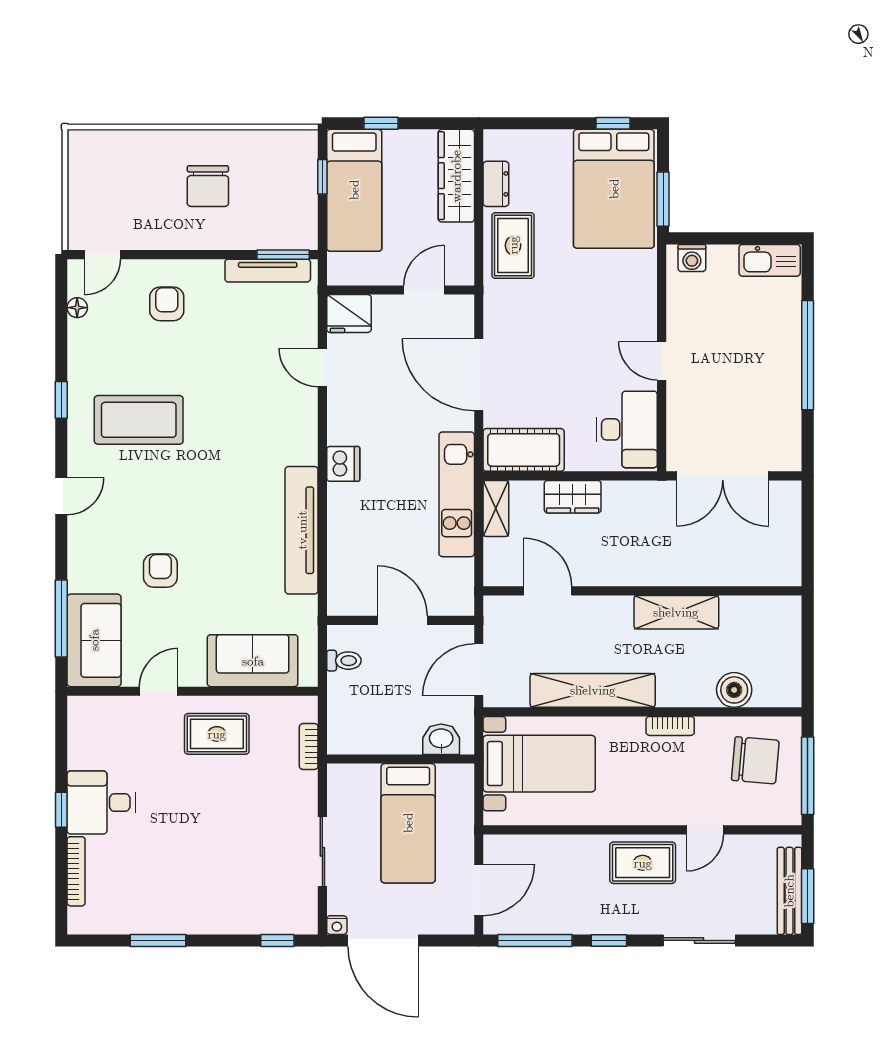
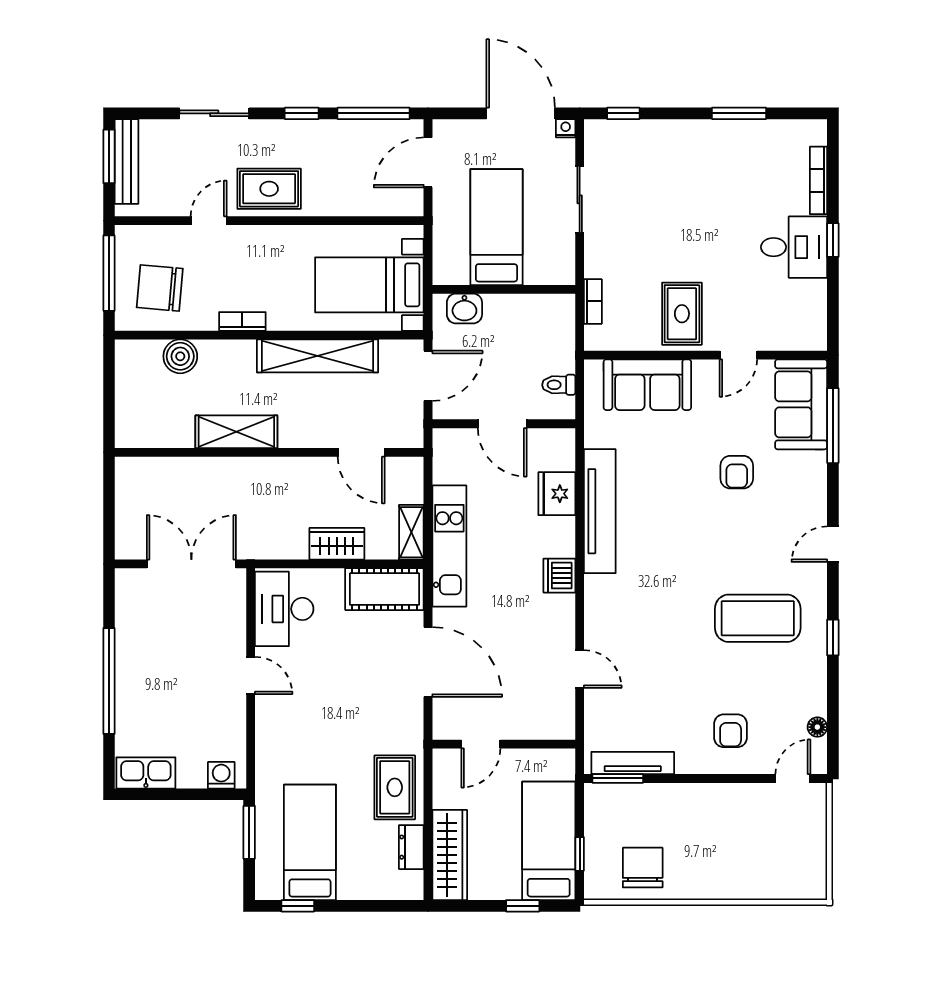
chair: (208, 186) -> (643, 868), moved
bed: (614, 189) -> (310, 842), width x0.67
fridge: (349, 314) -> (557, 494), moved, turned -90
rug: (217, 734) -> (682, 314), turned 90

